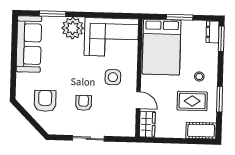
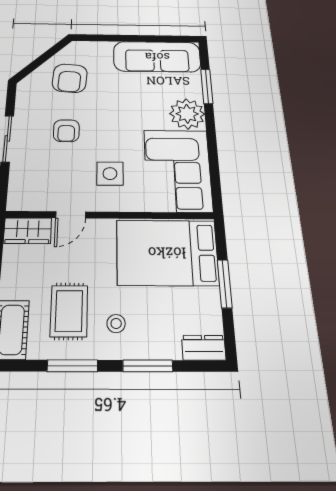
window: (221, 39) -> (148, 366), moved
armchair: (45, 101) -> (70, 78), turned 94
armchair: (84, 103) -> (66, 131), turned 90

